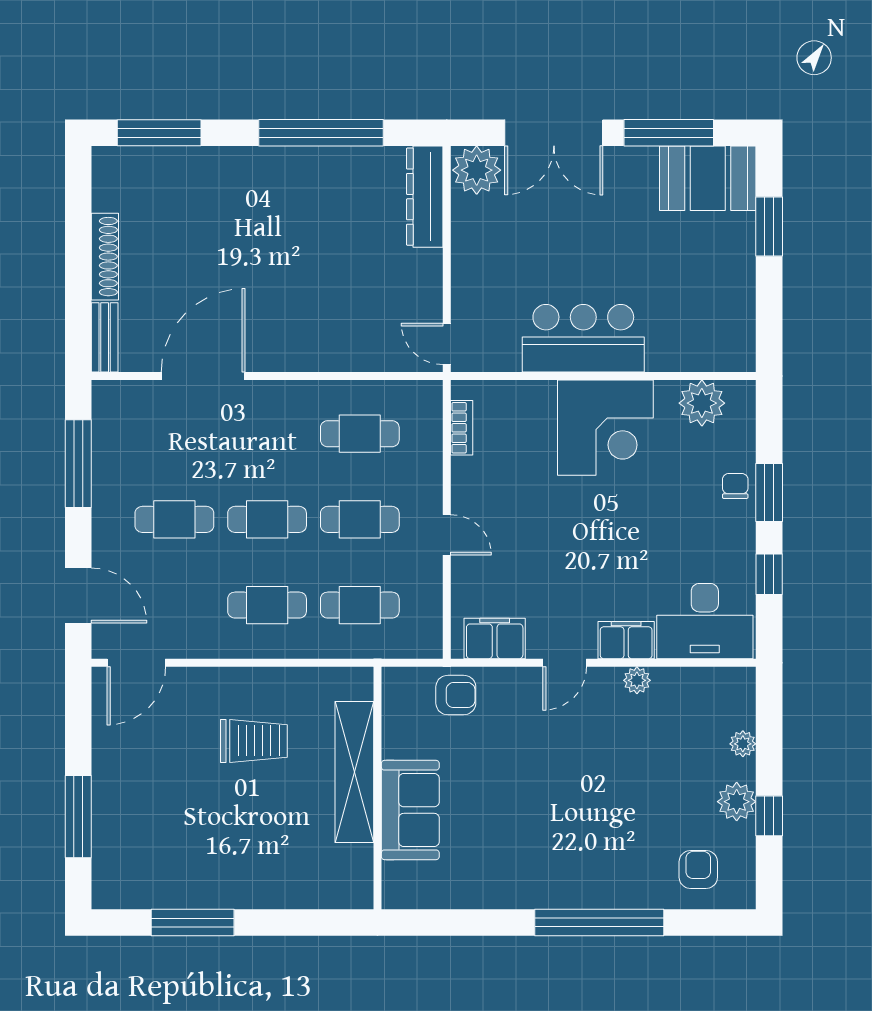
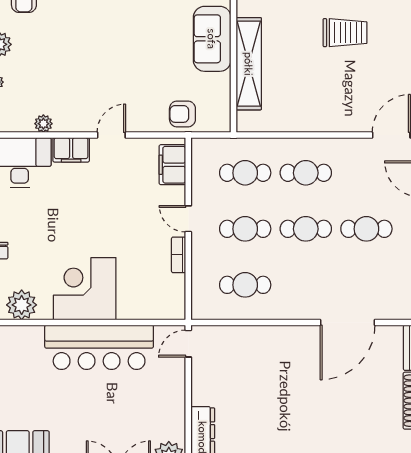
bar counter: (583, 338) -> (99, 347), width x1.36
door: (447, 344) -> (188, 344), swing flipped
bookcase: (462, 428) -> (179, 255), moved
filing cabinet: (495, 638) -> (172, 165), moved, turned 90
plant: (637, 680) -> (43, 124), moved
trolley: (254, 741) -> (345, 33), moved, turned 180

